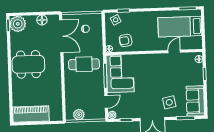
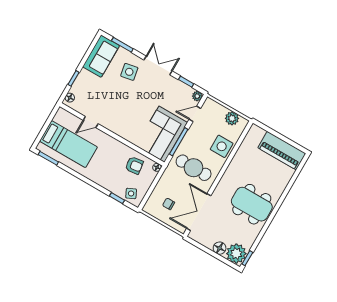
floor lamp: (42, 20) -> (220, 248), moved
side table: (74, 91) -> (222, 146), added

